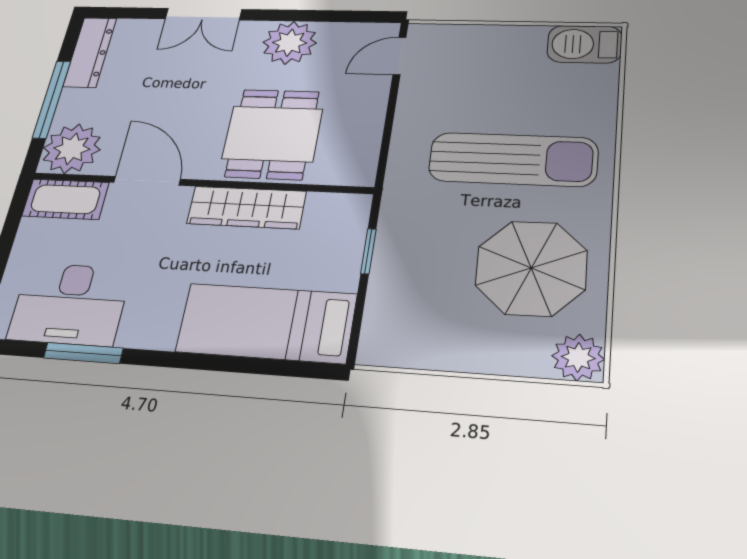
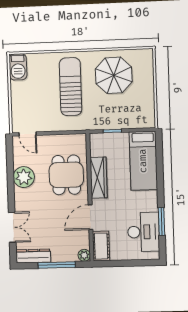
double door: (203, 14) -> (12, 227), moved
dining table: (272, 134) -> (66, 175), turned 90
plant: (72, 149) -> (84, 255), width x0.53, depth x0.53
plant: (578, 357) -> (145, 57), removed

